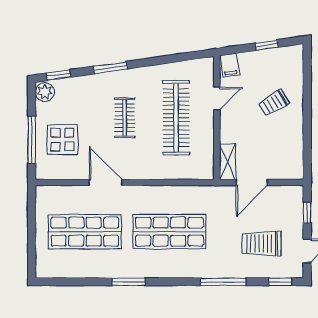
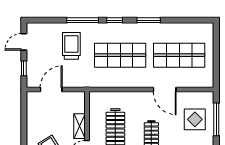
shelving: (228, 162) -> (79, 126), moved
door: (252, 182) -> (51, 90), moved
trolley: (262, 243) -> (71, 46), moved, turned -90
window: (280, 282) -> (115, 20), moved

